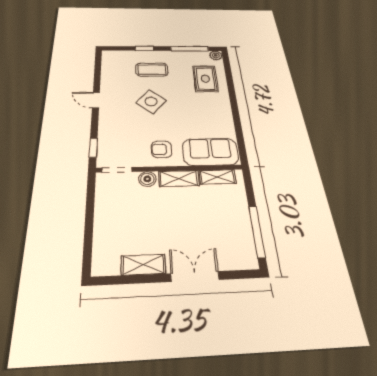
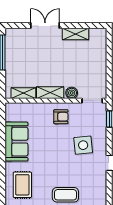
side table: (151, 101) -> (83, 145), moved, turned 45
sofa: (210, 152) -> (16, 142), moved, turned -90
double door: (195, 277) -> (45, 26), swing flipped

